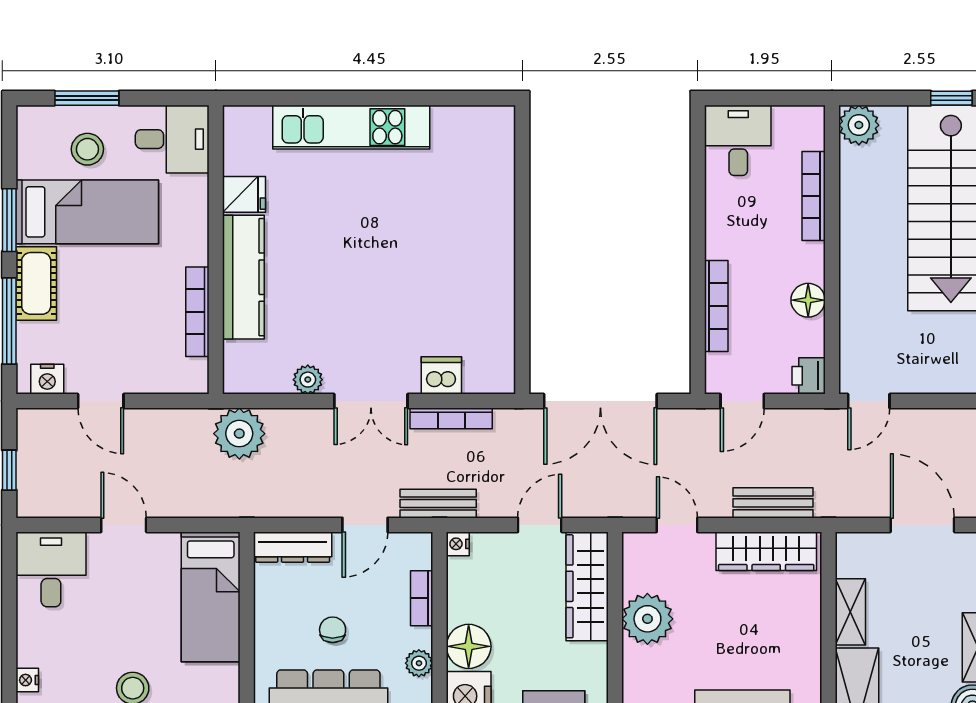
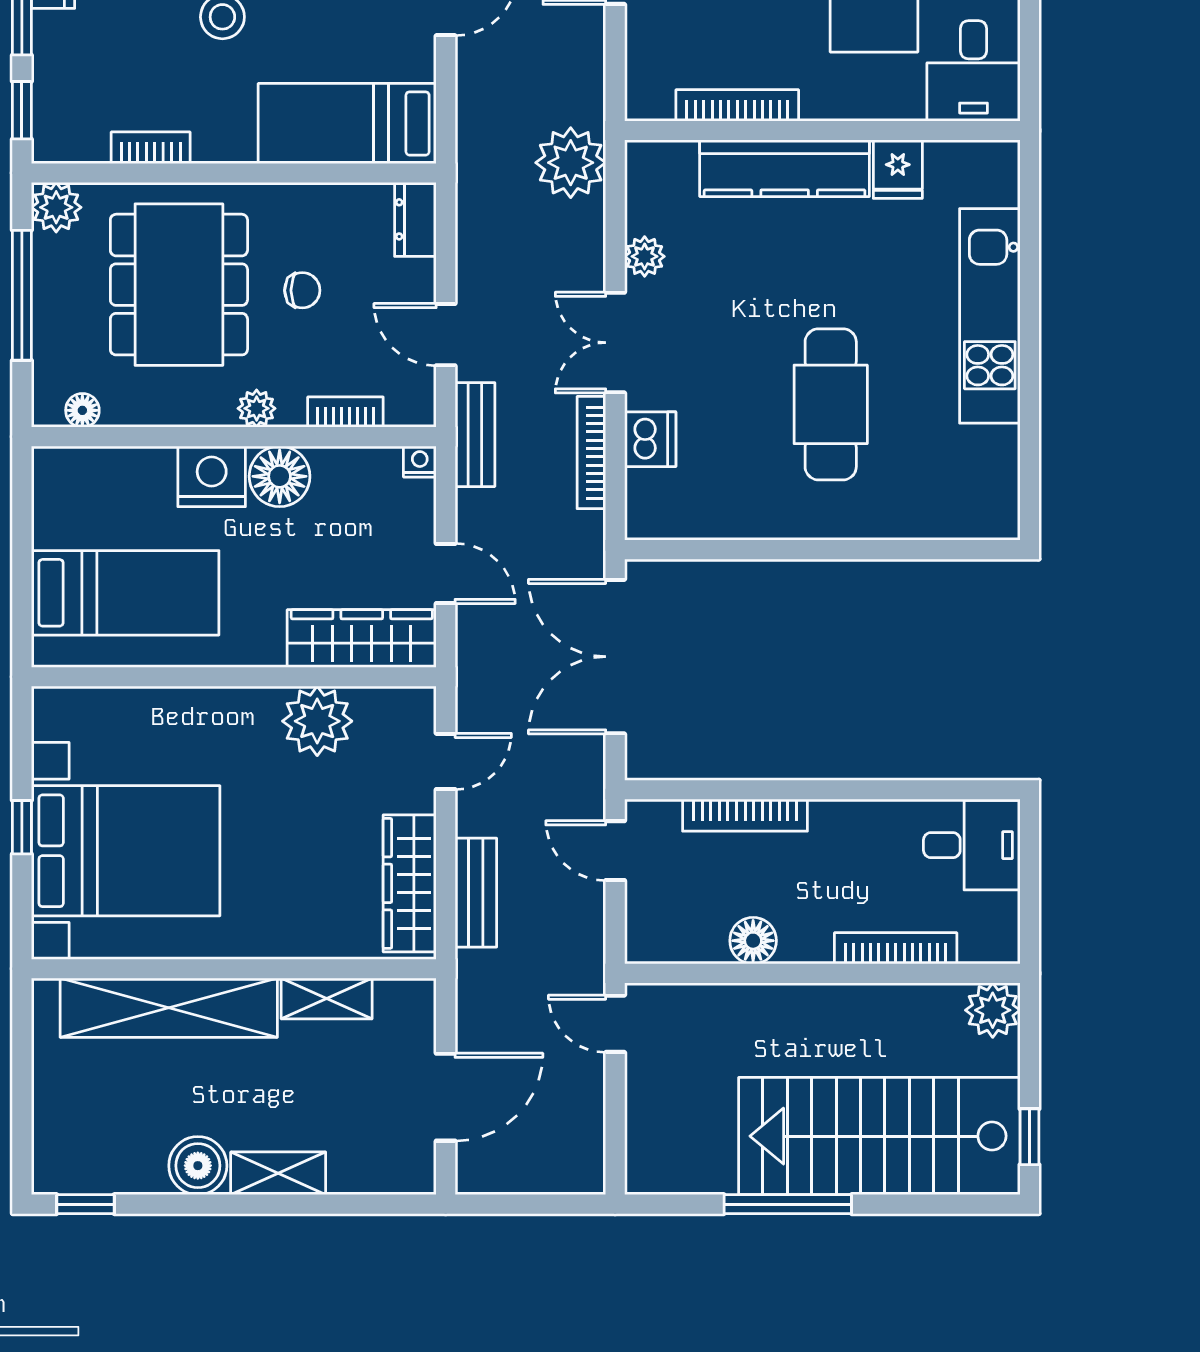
cafe table: (416, 243) -> (831, 404), added
printer: (809, 376) -> (650, 941), removed
dresser: (293, 547) -> (415, 219), width x0.70

